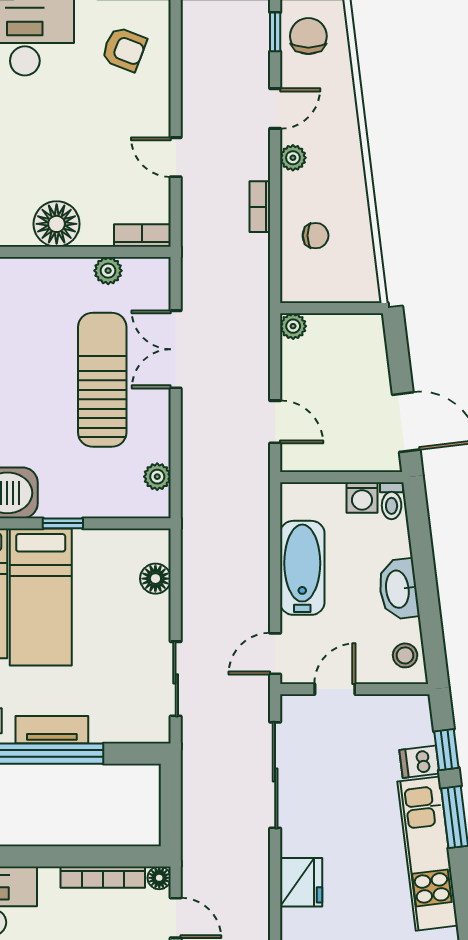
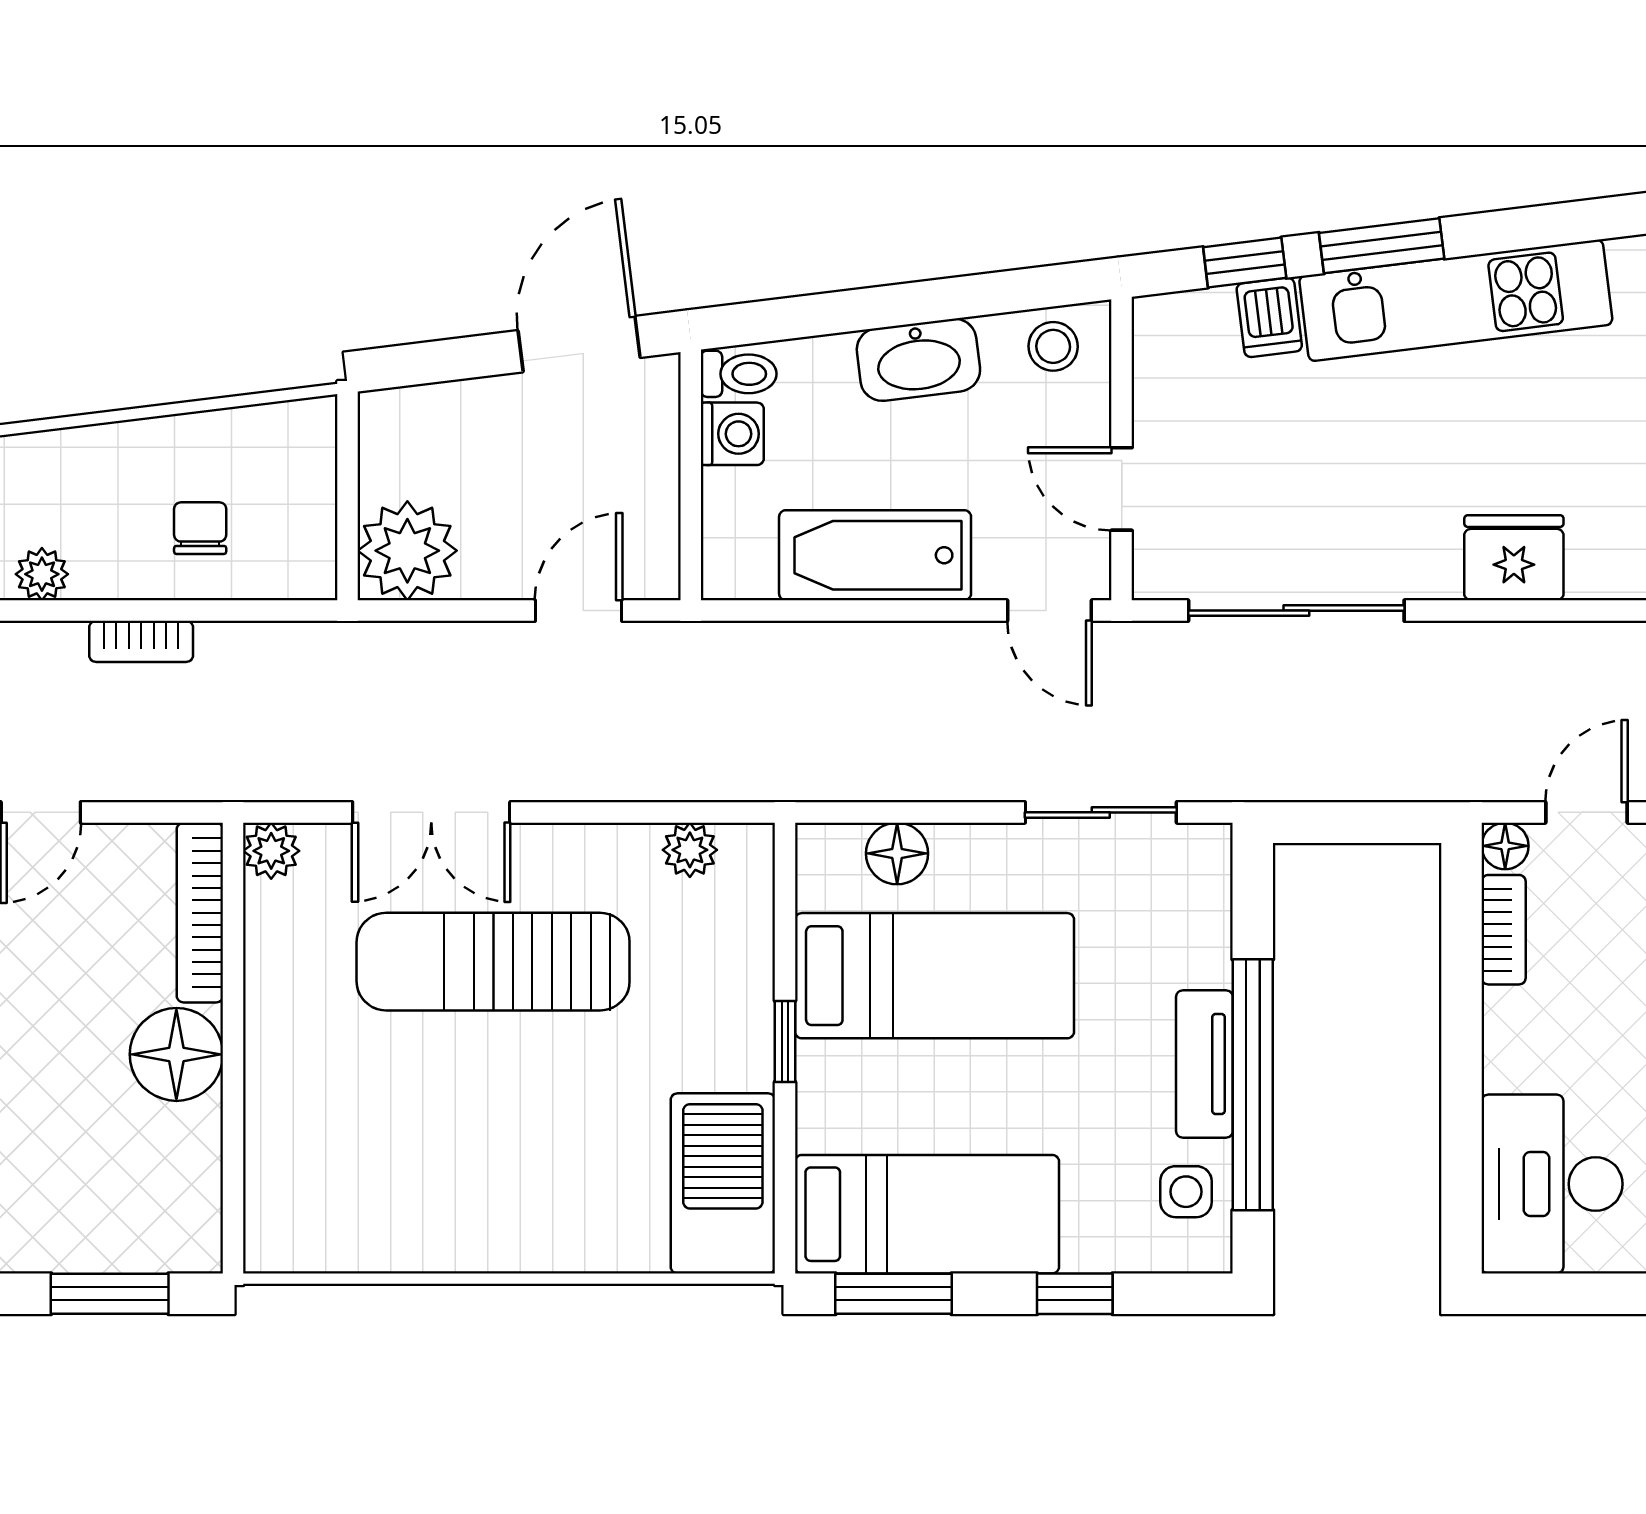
bookcase: (142, 236) -> (200, 913), width x1.56
plant: (108, 271) -> (271, 851), moved
plant: (293, 326) -> (407, 551), width x1.87, depth x1.87
bed: (41, 597) -> (935, 976), moved
bookcase: (103, 877) -> (1504, 930), width x0.64

